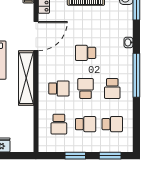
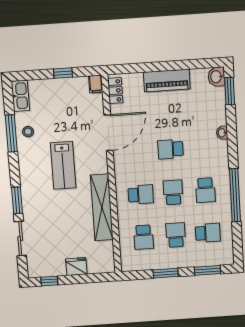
window: (136, 75) -> (235, 195), moved
shelving: (26, 78) -> (102, 207), moved
school desk: (86, 124) -> (176, 235), turned -90

